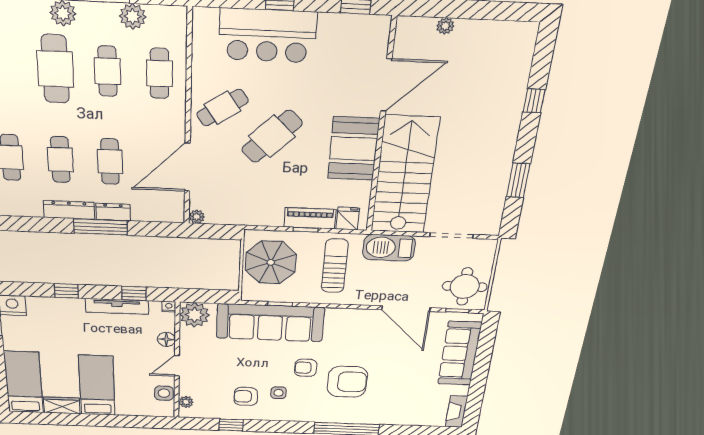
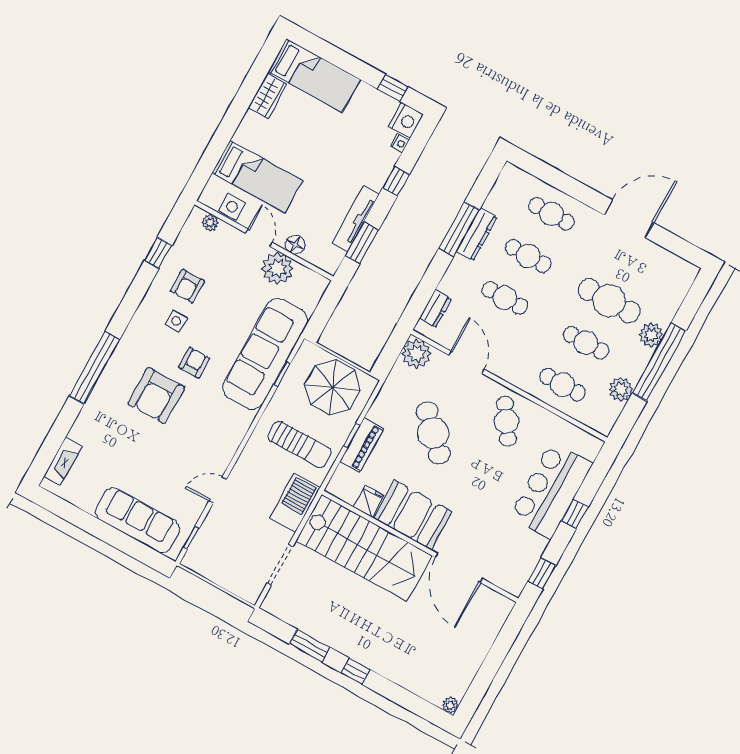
plant: (445, 26) -> (450, 705), moved
window: (534, 101) -> (356, 671), moved
cafe table: (272, 136) -> (433, 433), moved
door: (187, 167) -> (466, 362), width x0.73
dresser: (113, 212) -> (435, 309), moved
plant: (197, 217) -> (416, 354), width x1.88, depth x1.88
fridge: (348, 219) -> (369, 501), moved, turned -90
window: (101, 227) -> (459, 229), moved
round table: (465, 287) -> (216, 555), removed
window: (134, 293) -> (362, 243), width x1.50
nightstand: (169, 307) -> (400, 143), moved
door: (406, 309) -> (218, 490), width x0.53
plant: (194, 315) -> (277, 269), moved
bed: (97, 386) -> (257, 177), moved
armchair: (246, 396) -> (188, 286), turned 180
fireplace: (456, 412) -> (63, 461), moved, turned 90

